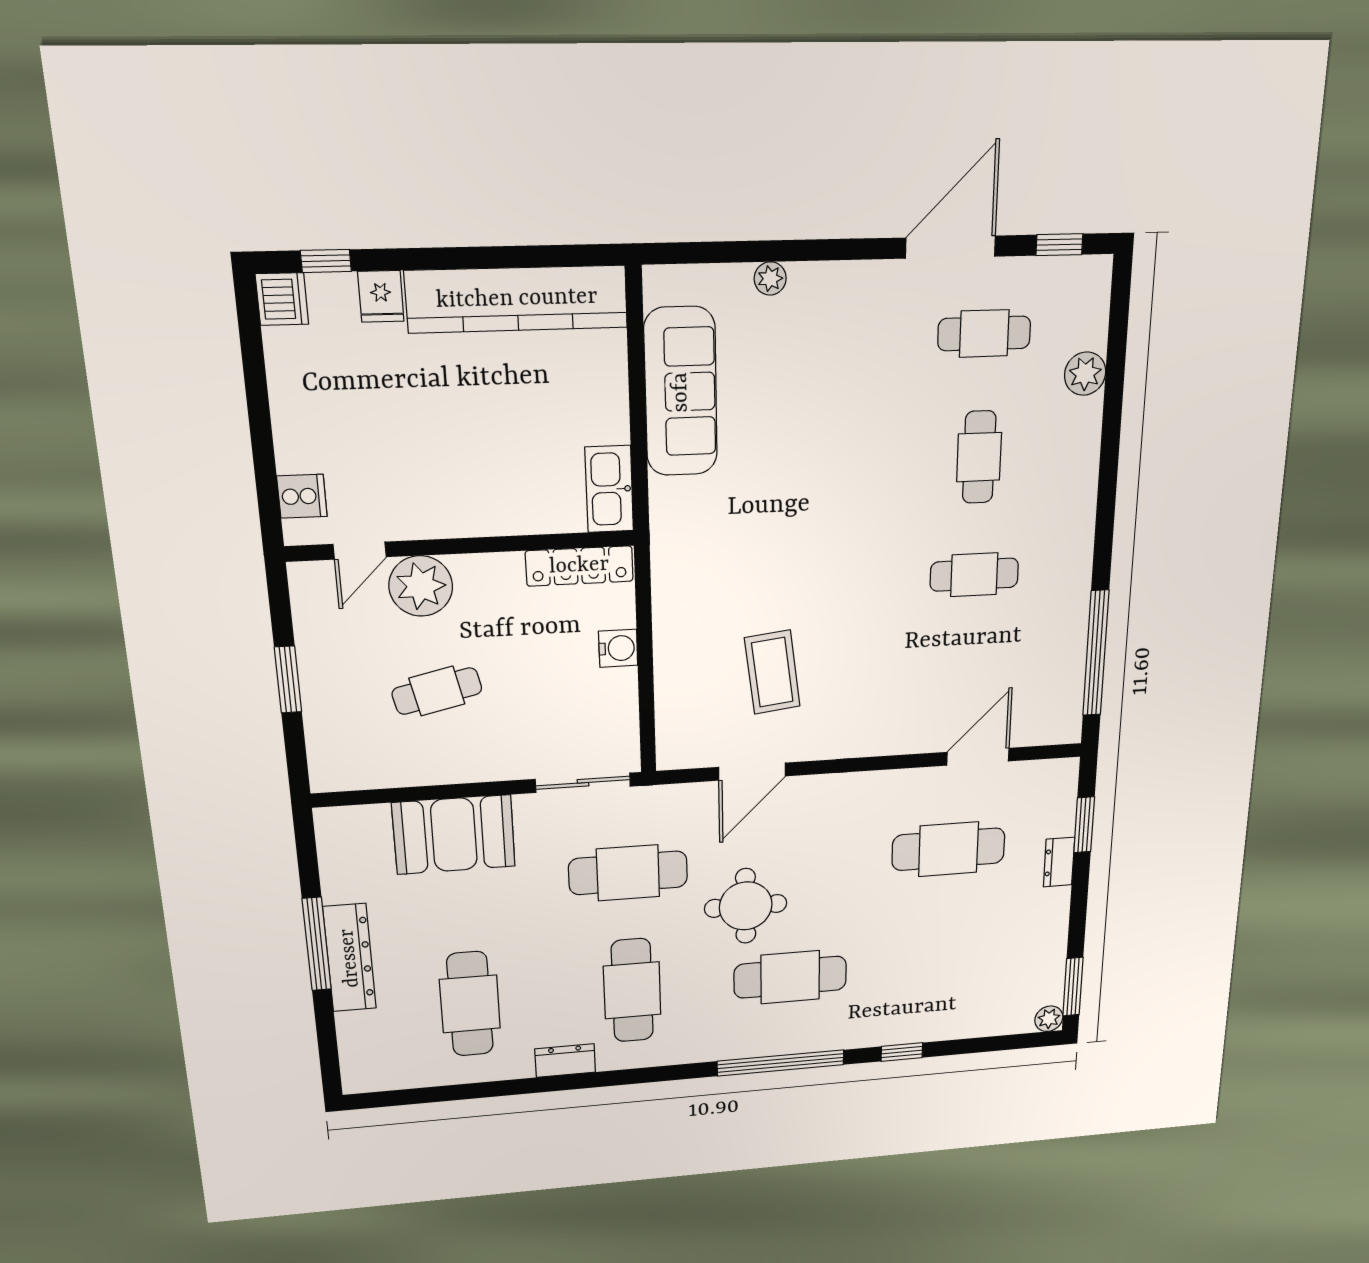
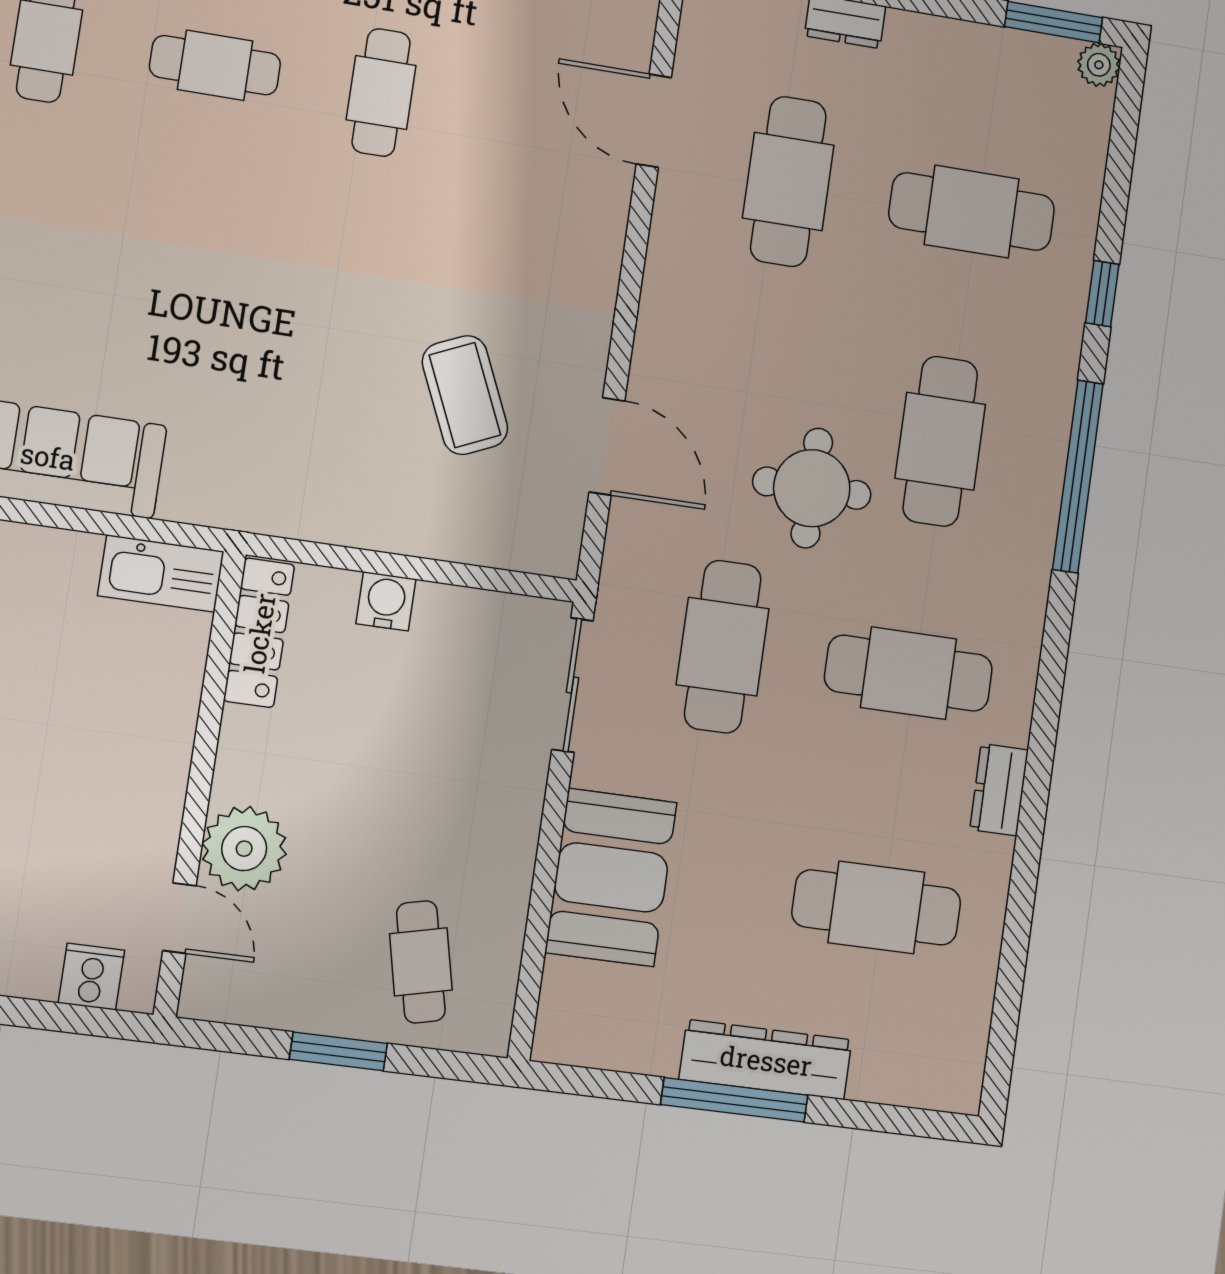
coffee table: (772, 672) -> (465, 395), turned 73
cafe table: (437, 691) -> (421, 962), moved
cafe table: (944, 964) -> (972, 212), added

